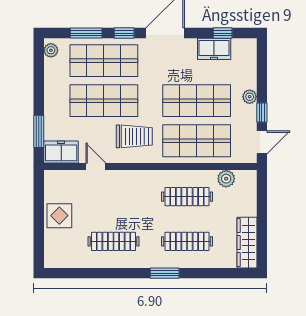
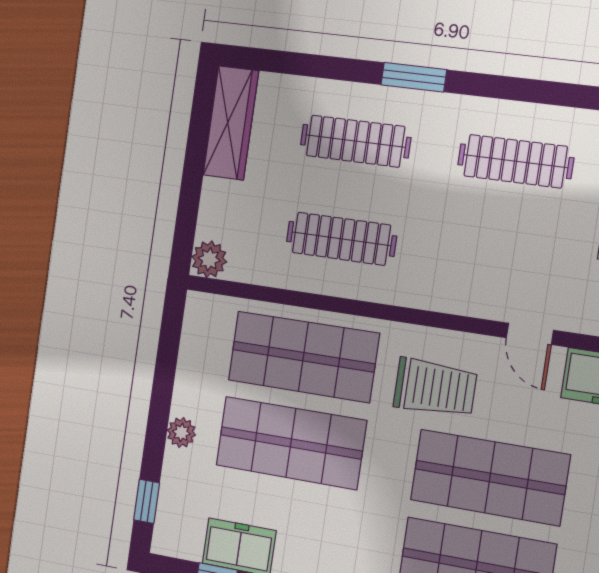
window: (262, 112) -> (147, 501), moved
trolley: (134, 136) -> (435, 388), turned 180
door: (262, 142) -> (171, 332), removed
plant: (226, 179) -> (209, 259), moved

